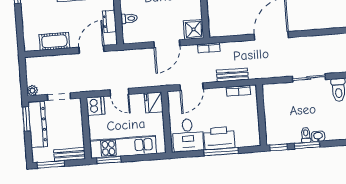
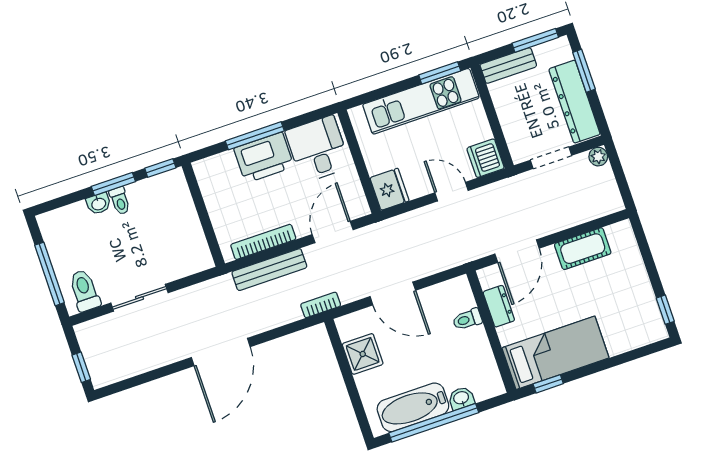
shower: (194, 29) -> (363, 354), moved
door: (167, 44) -> (393, 293), swing flipped
bench: (232, 75) -> (269, 270), width x1.36
bookcase: (238, 91) -> (263, 242), width x1.56
window: (26, 119) -> (584, 71), moved

